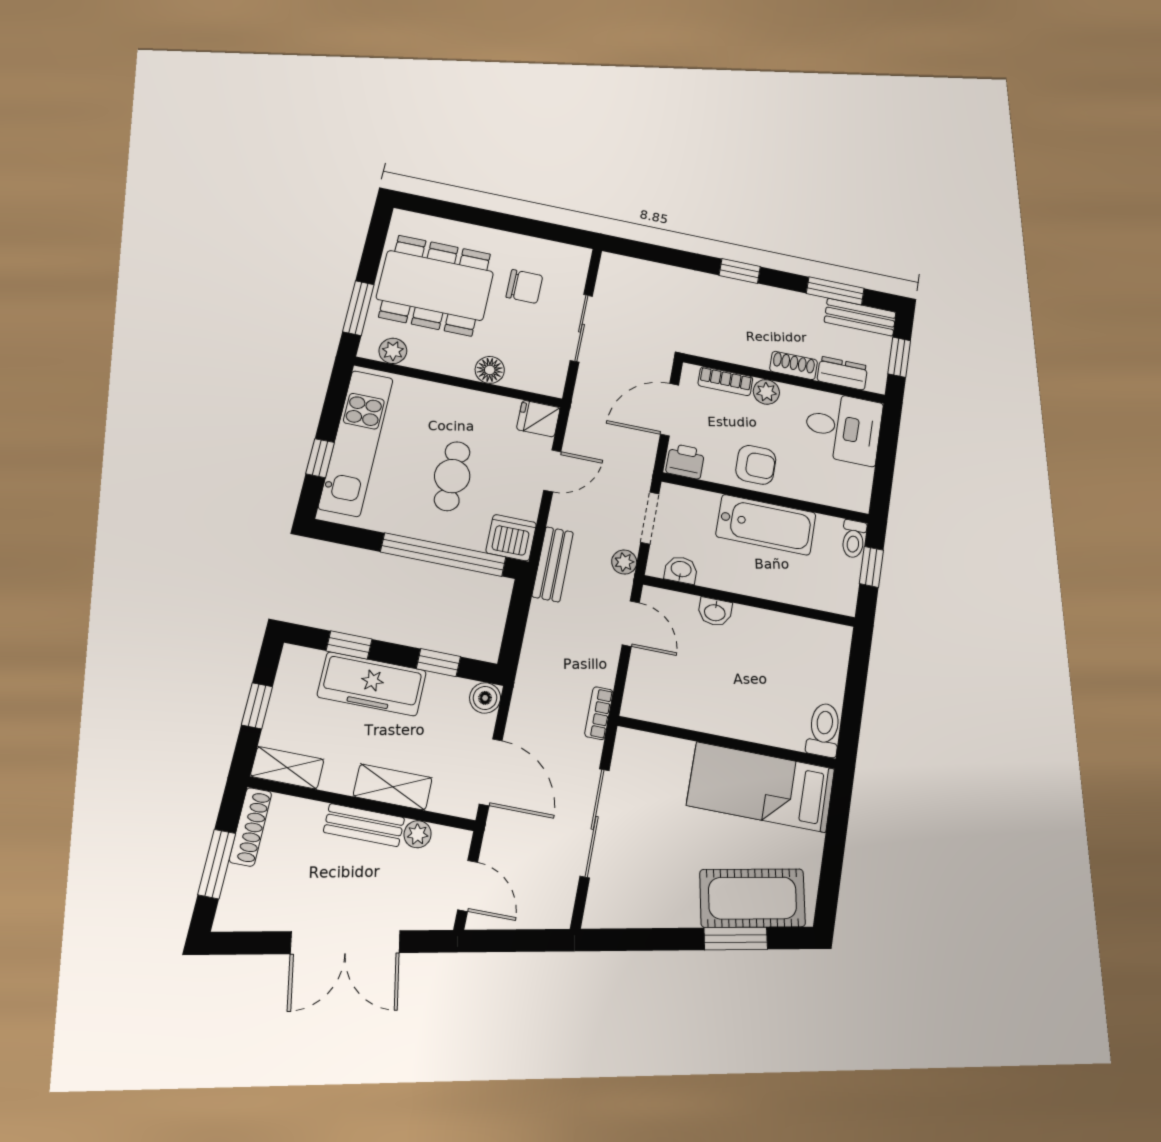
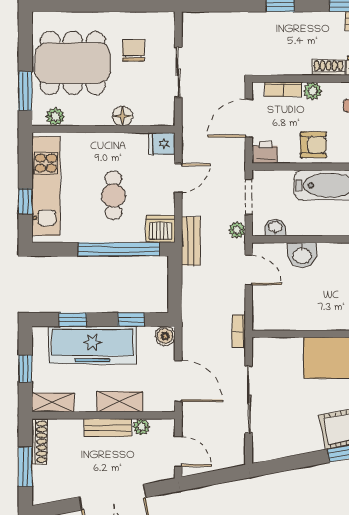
chair: (524, 286) -> (133, 50), turned -90
washbasin: (715, 612) -> (302, 255), width x1.38, depth x1.45
freezer: (372, 684) -> (93, 345), width x1.36, depth x1.26

